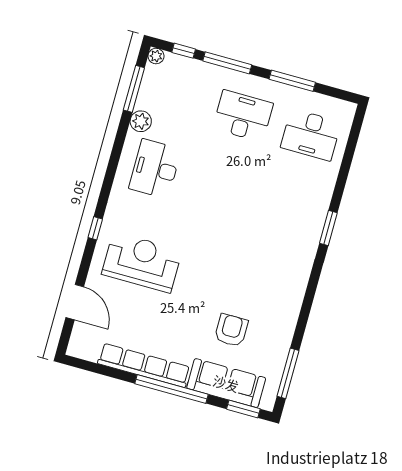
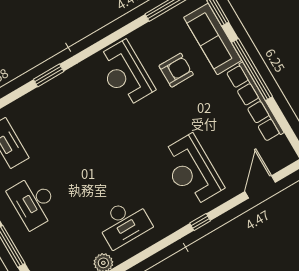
reception desk: (269, 288) -> (125, 74), added
armchair: (231, 330) -> (176, 70), turned 180

